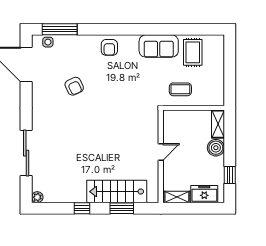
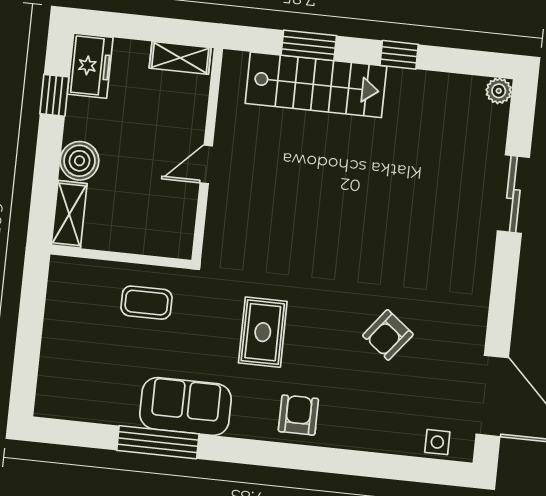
window: (60, 29) -> (158, 442), moved
rug: (193, 52) -> (263, 332), moved
armchair: (74, 86) -> (388, 335), turned -117
sliding door: (26, 153) -> (513, 194), width x0.73
freezer: (204, 194) -> (90, 66), moved, turned -90

